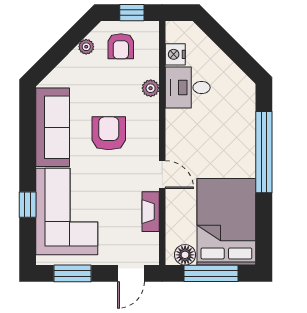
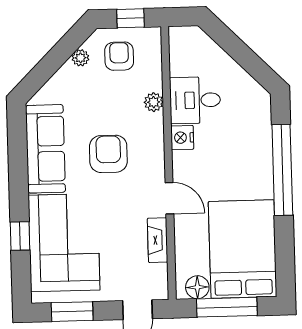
armchair: (121, 46) -> (119, 56), turned 180
nightstand: (175, 54) -> (182, 138), moved

